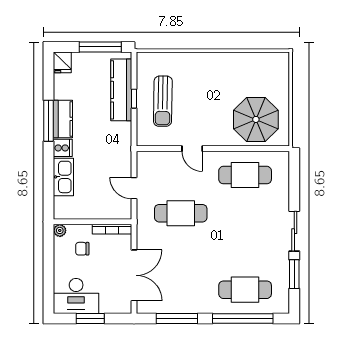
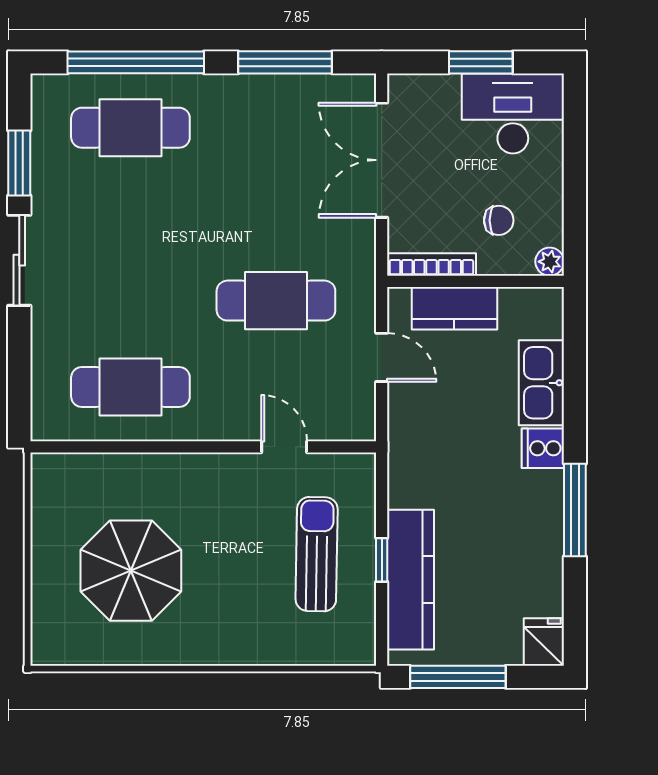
kitchen counter: (63, 119) -> (454, 308), moved, turned -90
parasol: (256, 119) -> (131, 571), moved
door: (192, 149) -> (284, 447), moved

